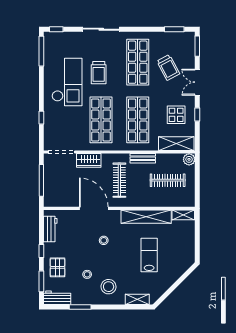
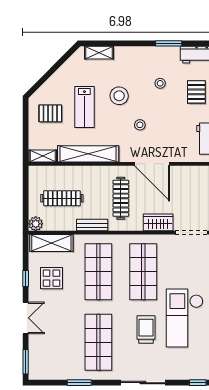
window: (174, 29) -> (79, 383), moved
trolley: (168, 68) -> (61, 336), removed
pallet: (177, 250) -> (50, 113), added
stool: (109, 287) -> (119, 96), moved

